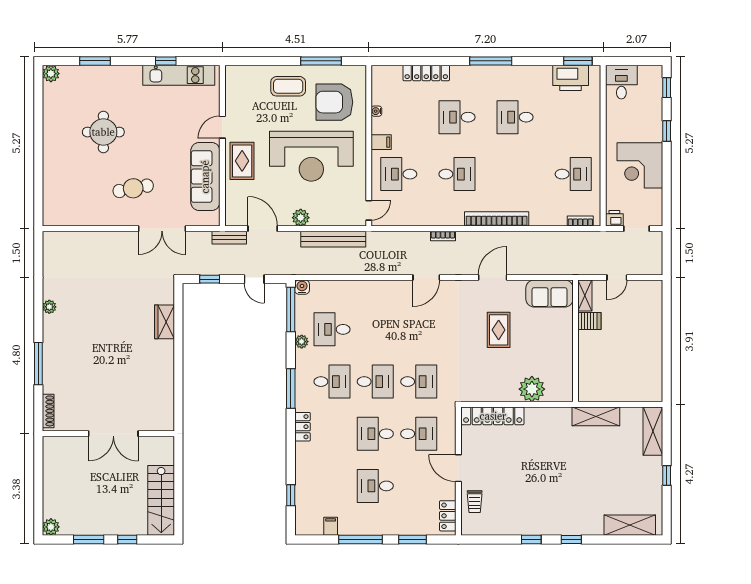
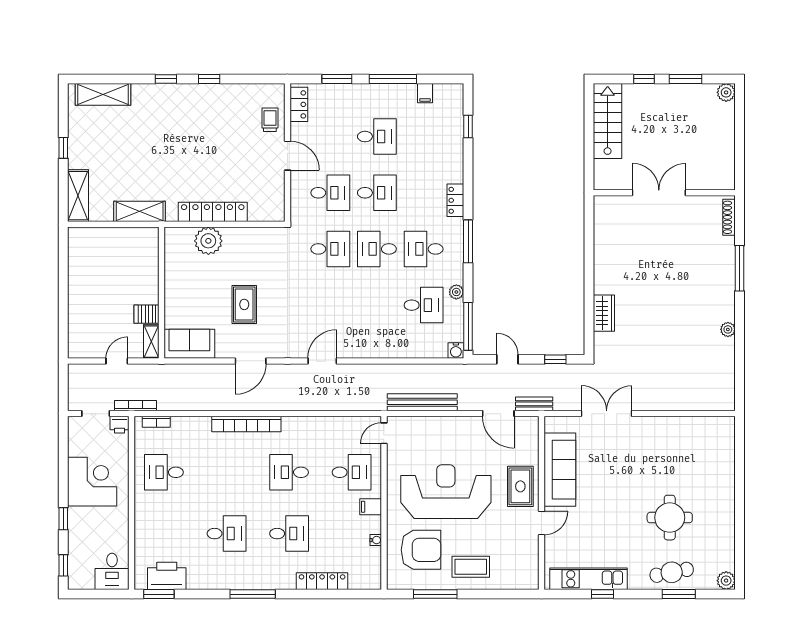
cafe table: (133, 188) -> (672, 572), moved
plant: (301, 218) -> (457, 425), removed
bookcase: (443, 236) -> (136, 406), moved, width x1.56
desk: (419, 382) -> (330, 249), turned 180
locker: (493, 416) -> (213, 212), moved
desk: (419, 434) -> (330, 193), turned 180

